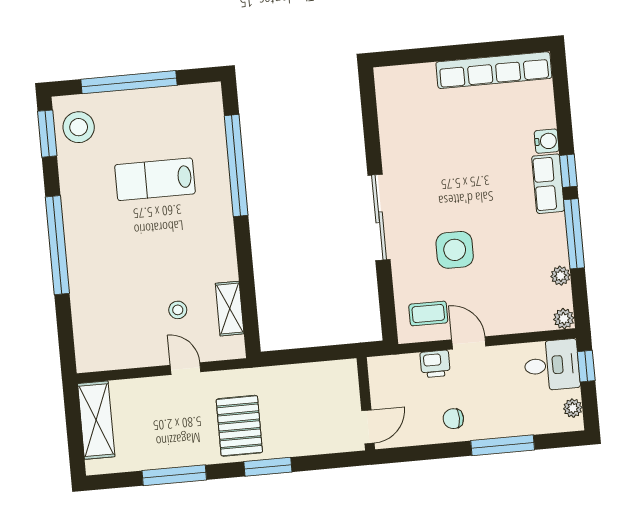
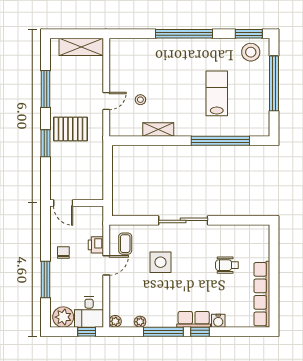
wheelchair: (449, 135) -> (227, 265), added
shelving: (230, 309) -> (158, 130), moved
plant: (573, 408) -> (63, 317), width x1.87, depth x1.87

